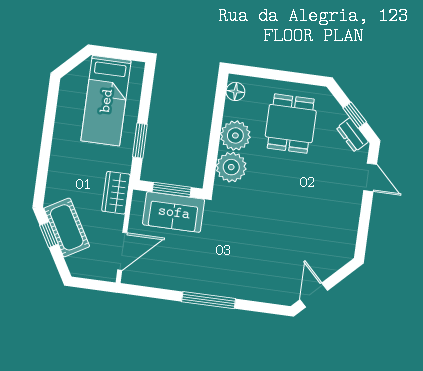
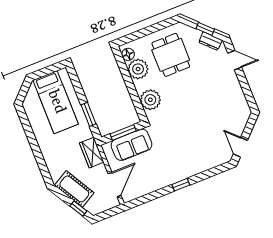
plant: (235, 135) -> (138, 69), moved
window: (49, 235) -> (78, 209), moved
window: (209, 300) -> (181, 185), width x0.46

